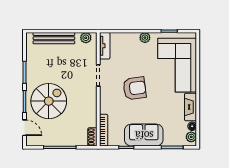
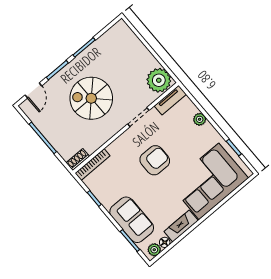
bench: (54, 38) -> (138, 48), removed
plant: (86, 38) -> (159, 80), width x1.88, depth x1.88
plant: (145, 38) -> (200, 119), moved
armchair: (135, 88) -> (155, 160), turned -83
spiral stairs: (49, 101) -> (91, 98), moved, turned 180
sofa: (144, 135) -> (132, 220), moved

